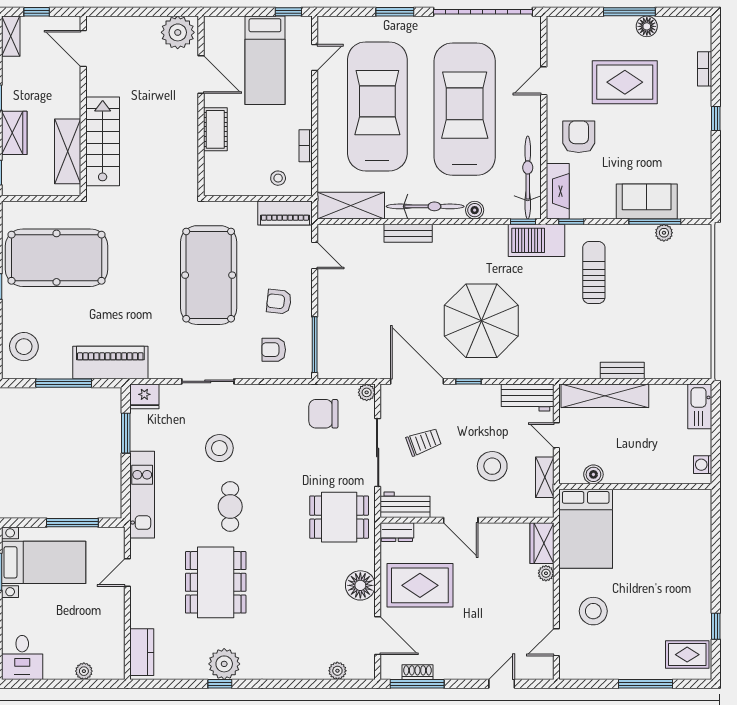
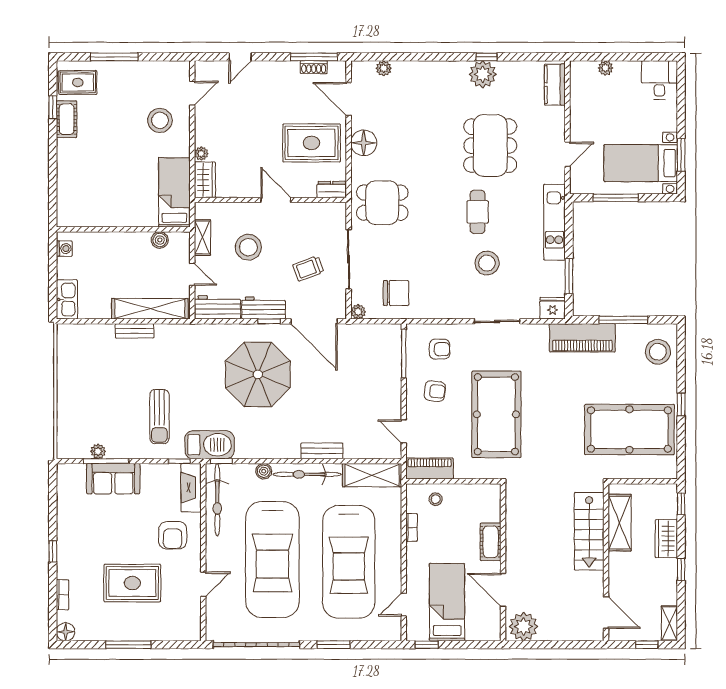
floor lamp: (647, 26) -> (66, 632), moved
workbench: (405, 505) -> (264, 308), moved, turned 180
bed: (586, 529) -> (174, 192), width x0.67
cot: (700, 613) -> (67, 119), added

